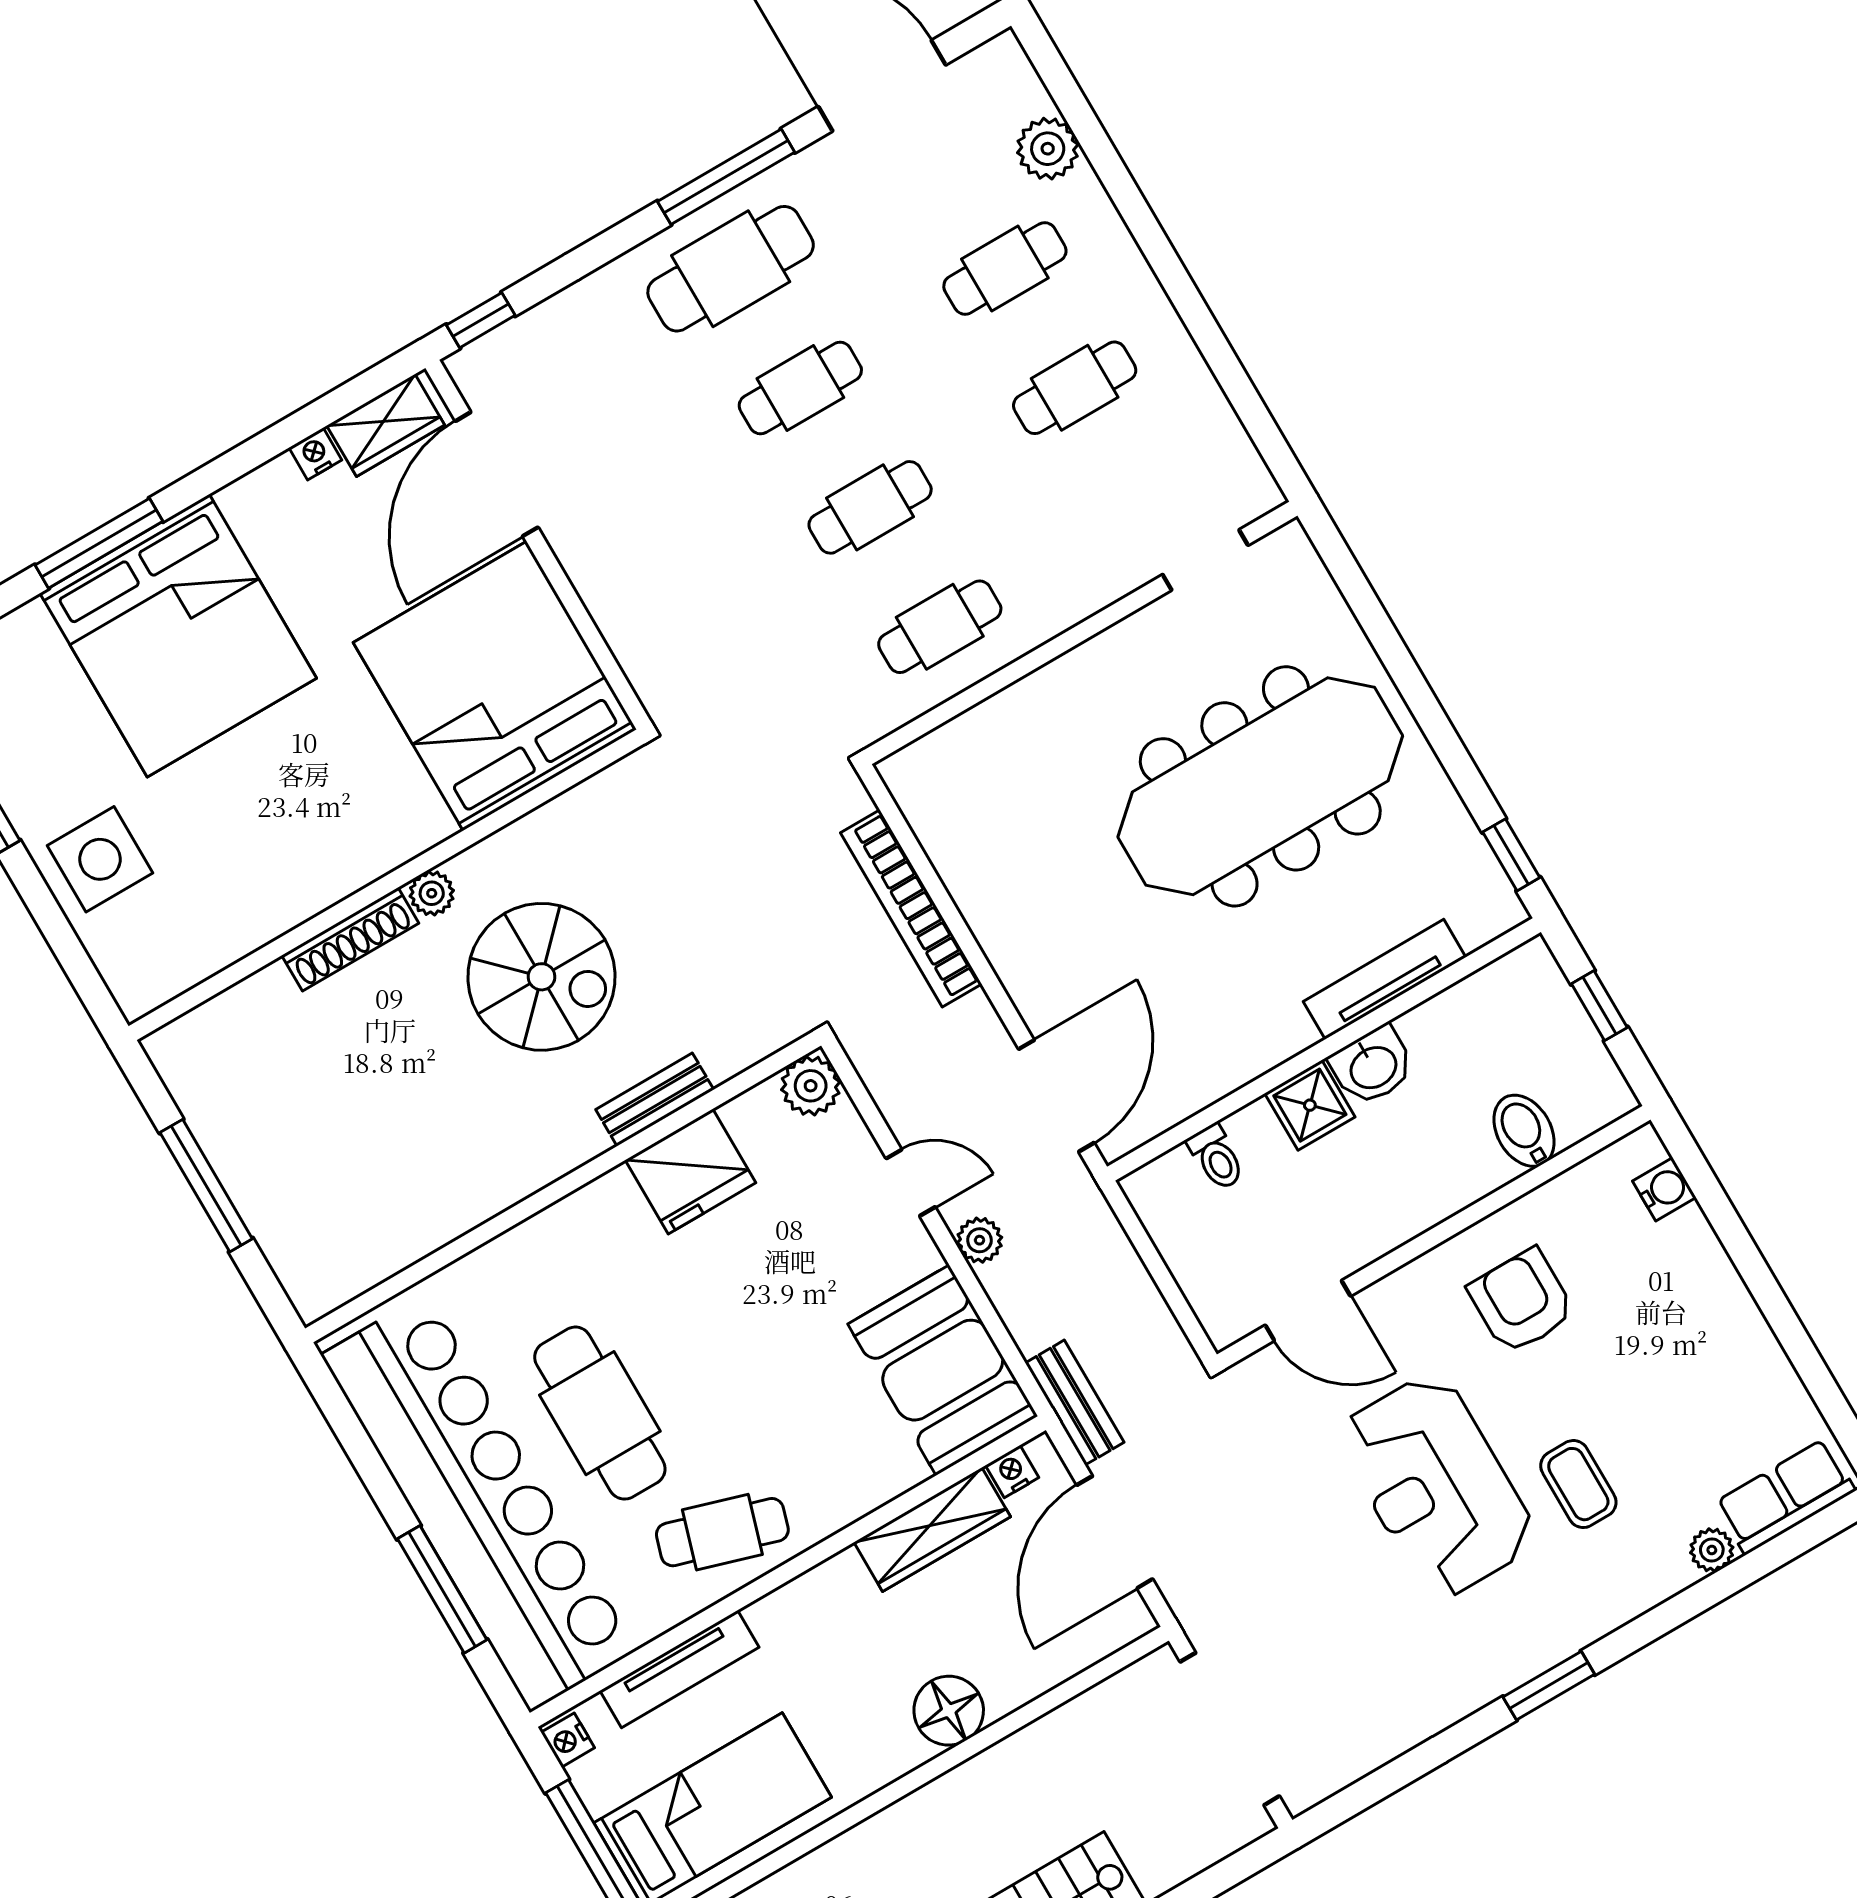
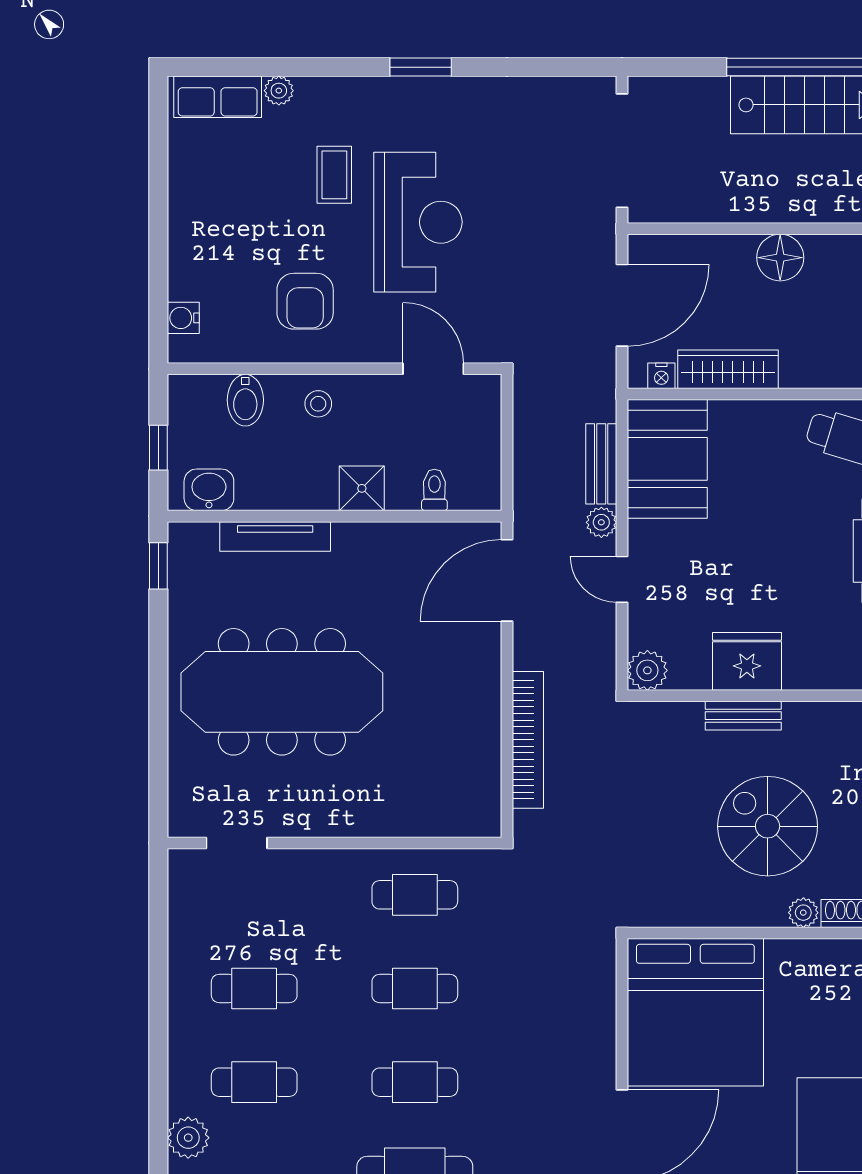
washbasin: (1373, 1066) -> (209, 490), moved
stool: (1428, 1180) -> (318, 404), added
bench: (1075, 1403) -> (601, 464), moved

